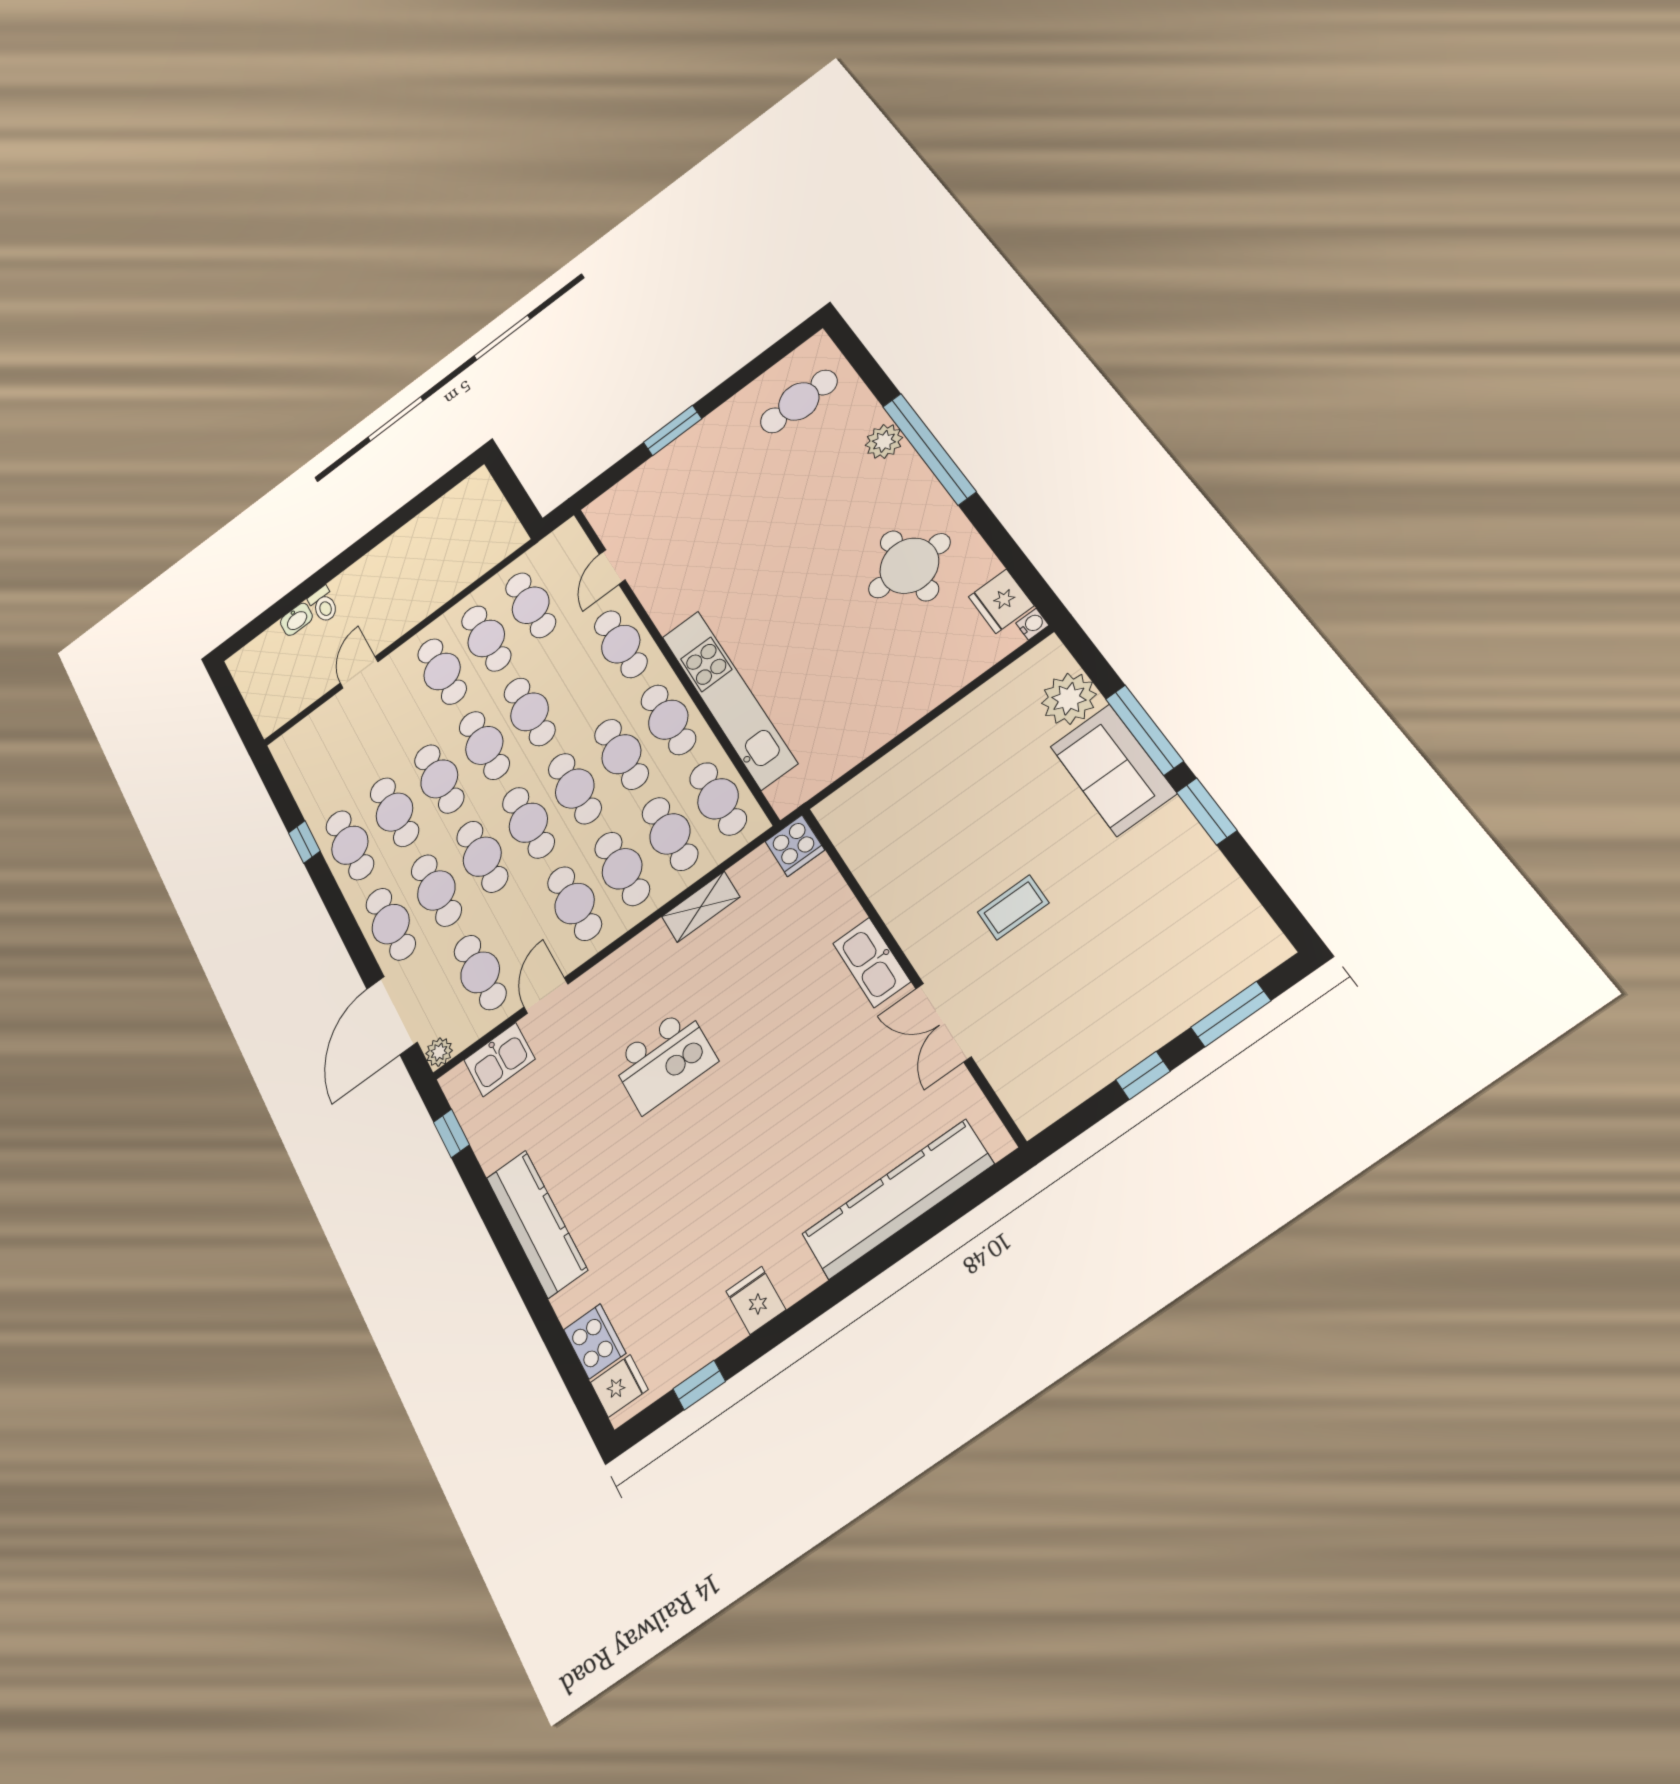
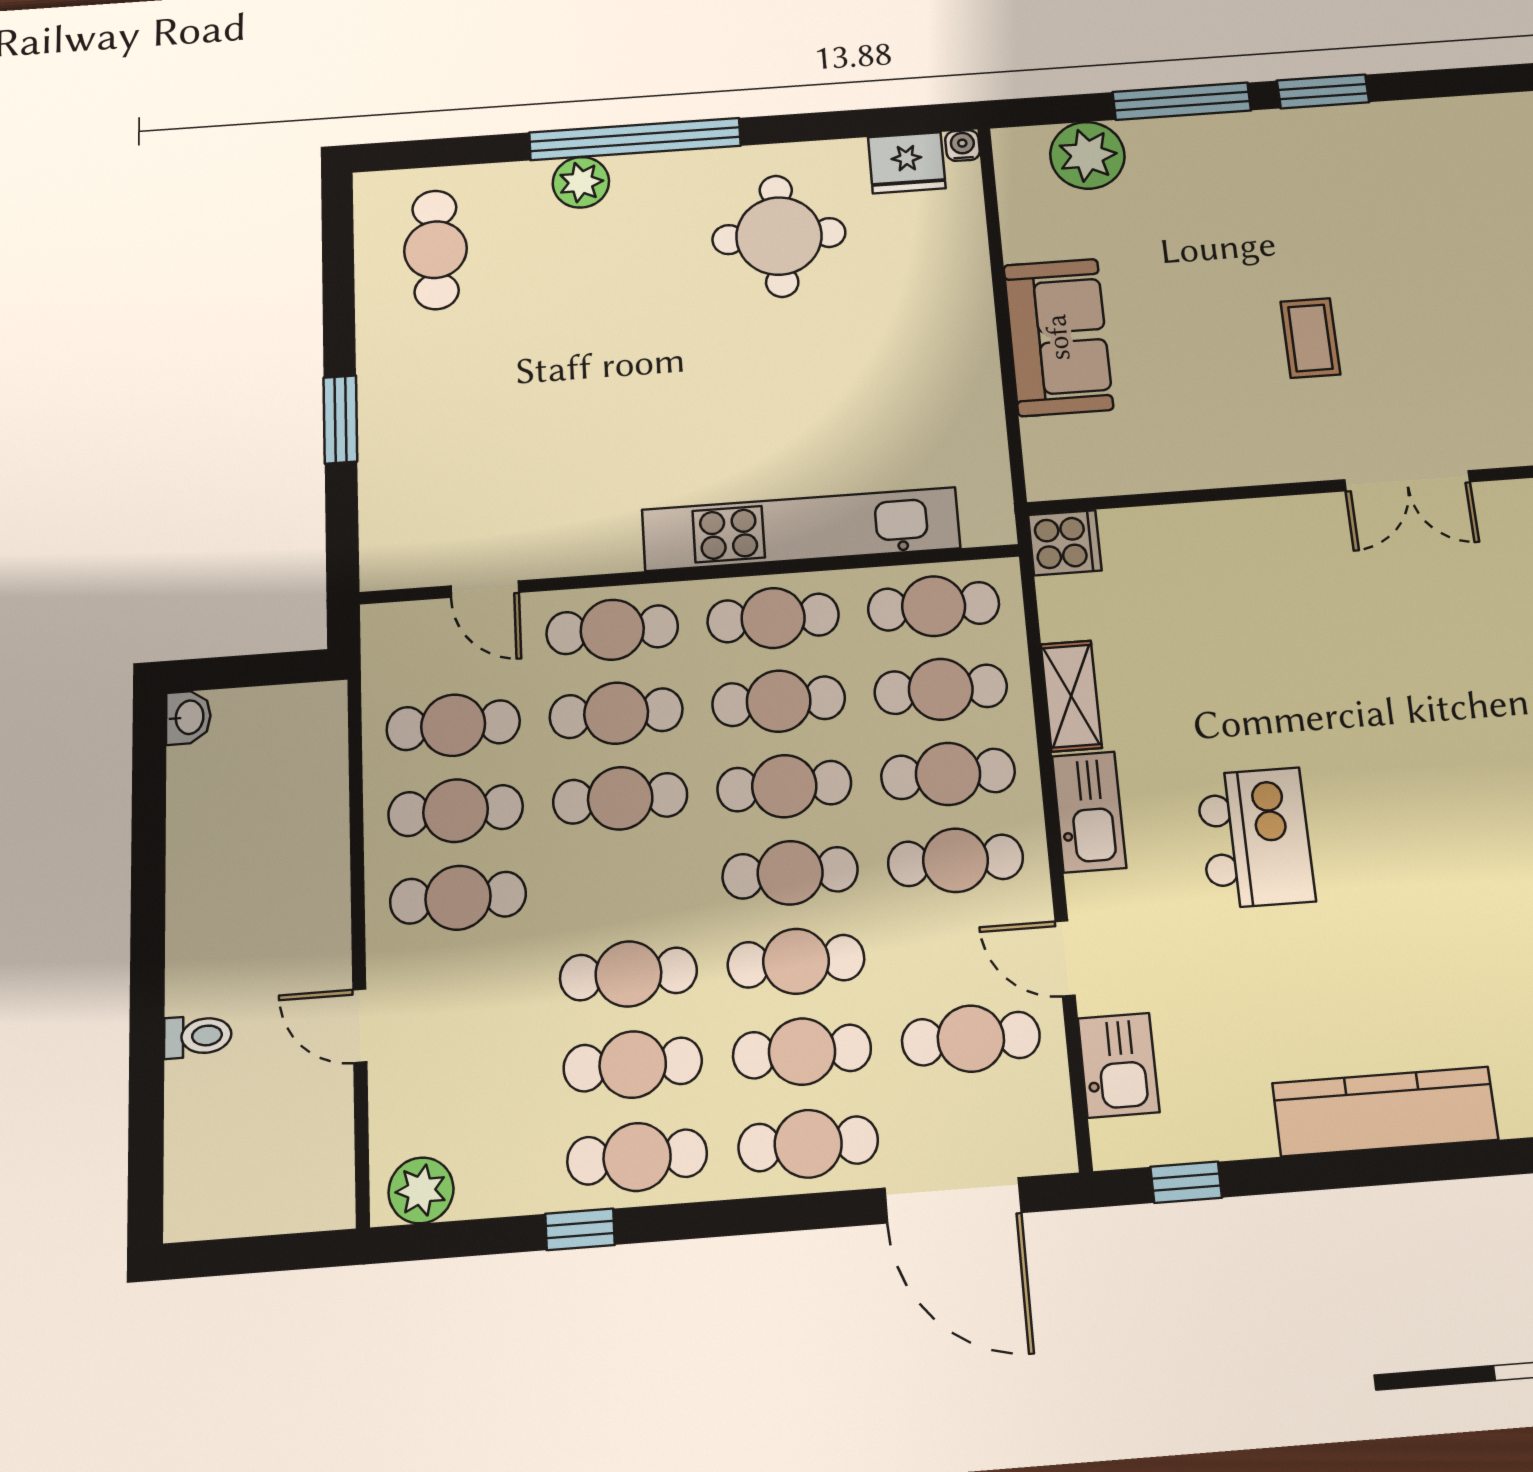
washbasin: (296, 619) -> (188, 717), moved
cafe table: (484, 745) -> (616, 713), moved
sofa: (1113, 770) -> (1058, 337), moved, turned -90
kitchen sink: (872, 962) -> (1089, 812), moved, turned -90
plant: (439, 1052) -> (421, 1190), moved, width x1.38, depth x1.38

